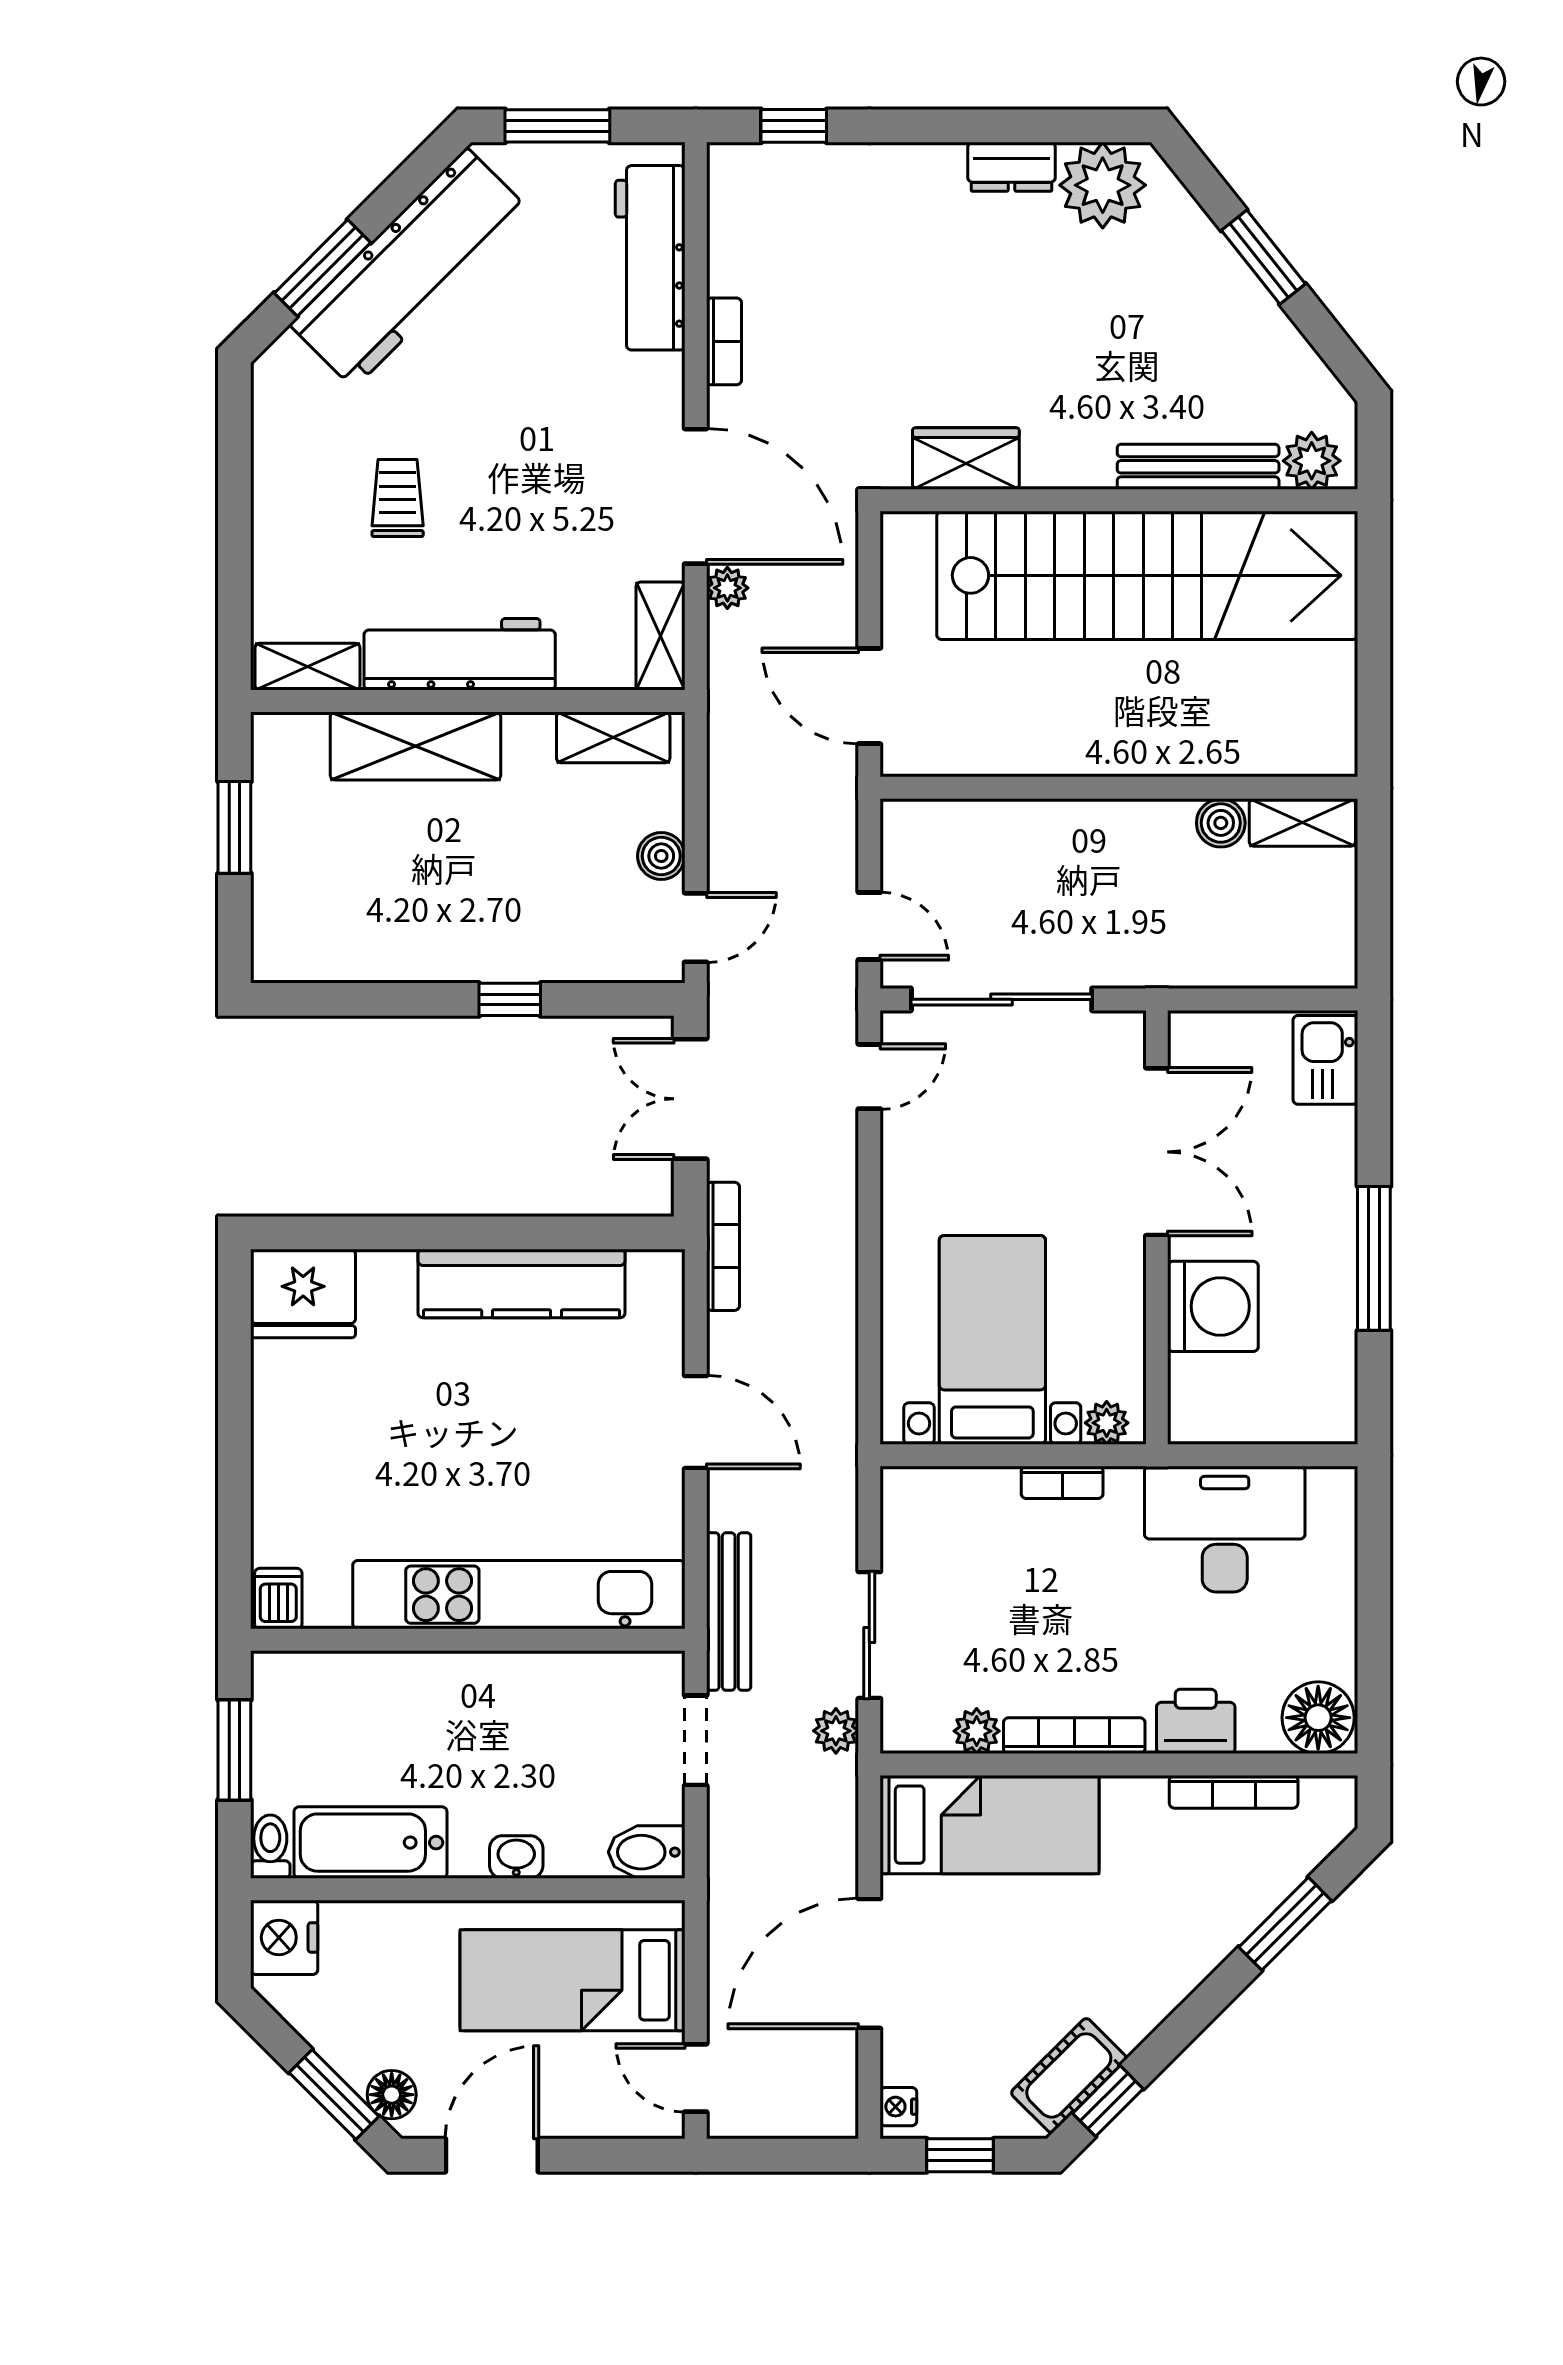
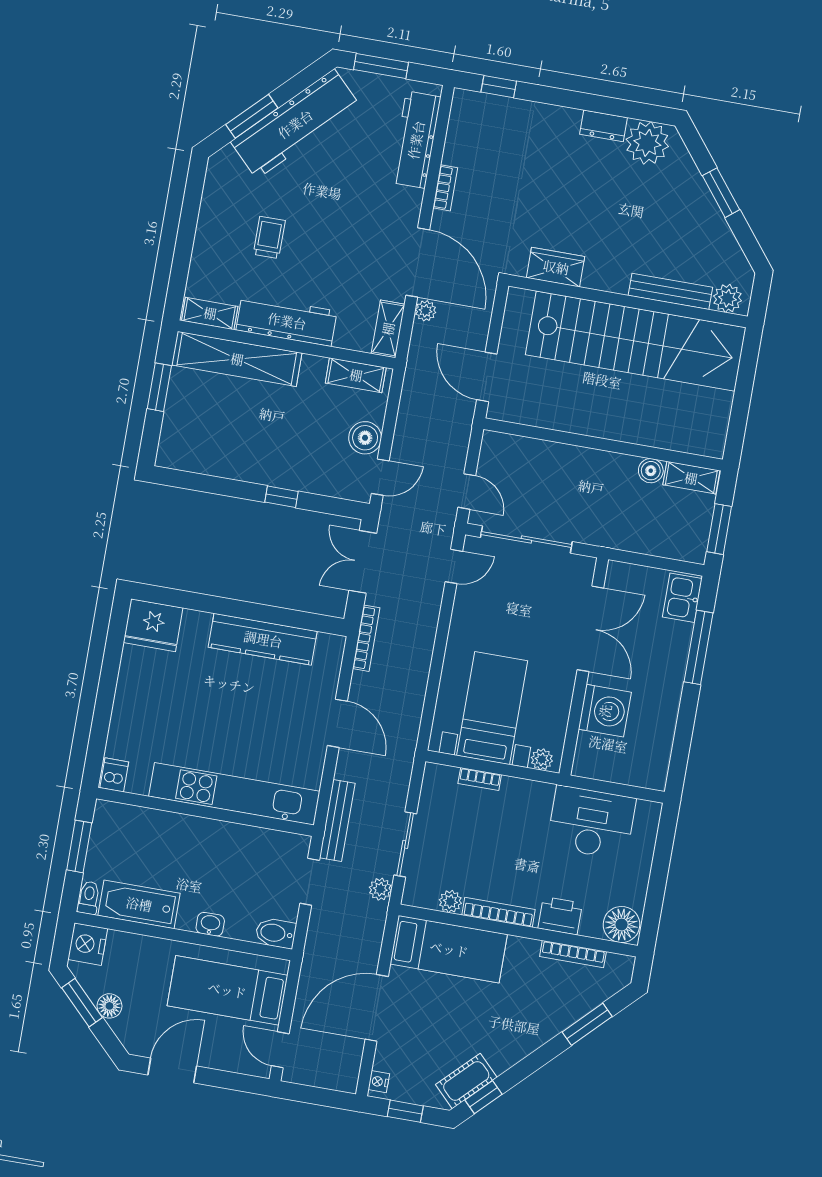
shelving: (415, 746) -> (237, 359), width x1.47
boiler: (661, 856) -> (365, 438), width x1.36, depth x1.36
window: (1374, 914) -> (719, 529), added
window: (1374, 1258) -> (698, 647), moved
bookcase: (1062, 1482) -> (480, 779), moved
window: (334, 2094) -> (82, 1003), moved
floor lamp: (392, 2095) -> (109, 1006), moved

